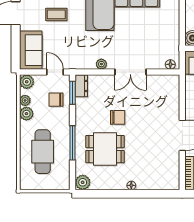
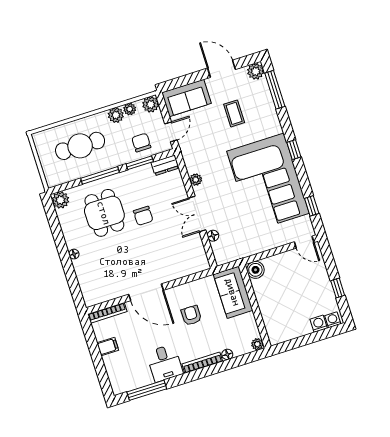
floor lamp: (170, 64) -> (213, 236), moved
window: (73, 93) -> (140, 163), moved

